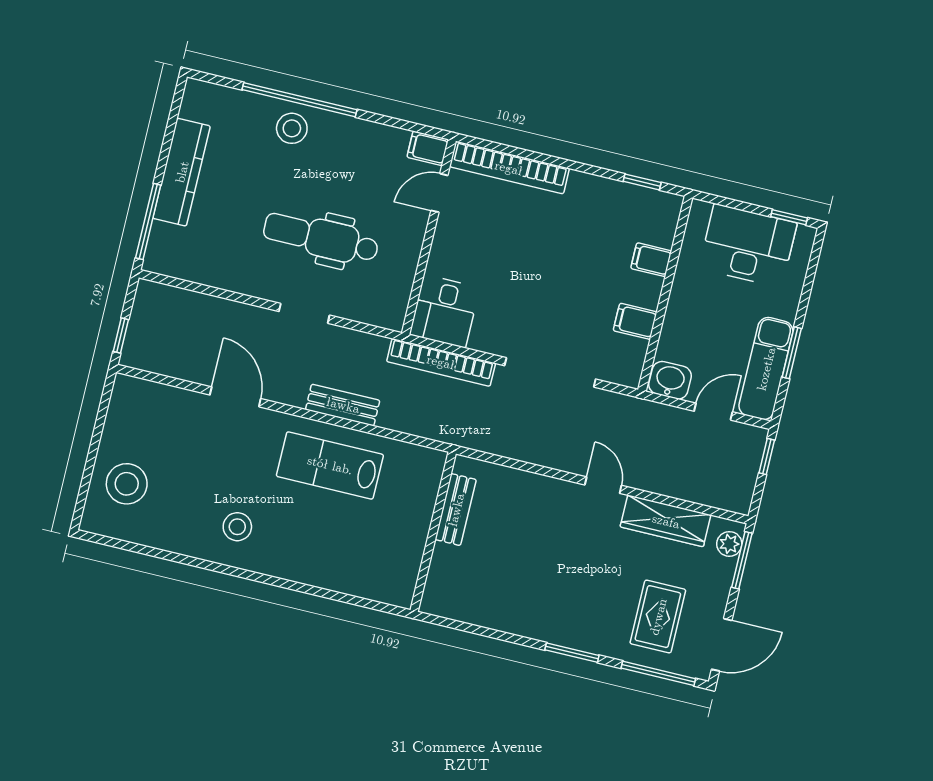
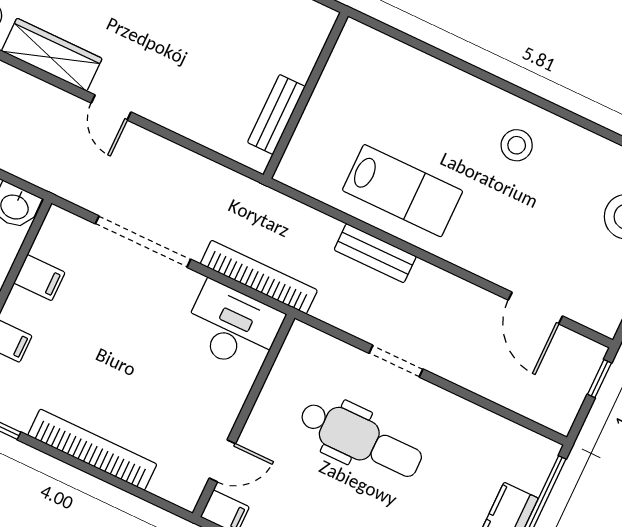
bookcase: (509, 168) -> (92, 450), moved
desk: (445, 311) -> (233, 327), width x1.37
door: (235, 397) -> (535, 308), moved

